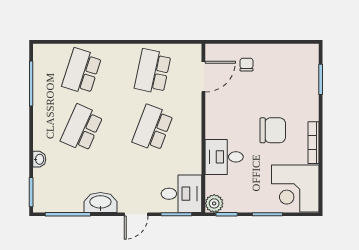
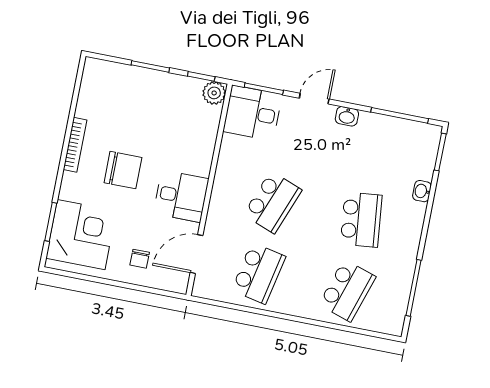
school desk: (82, 128) -> (361, 220), turned -30
chair: (273, 130) -> (123, 170), turned 180
desk: (224, 157) -> (181, 196), moved
corner desk: (295, 189) -> (81, 235), moved
washbasin: (100, 202) -> (347, 116), width x0.52, depth x0.69

